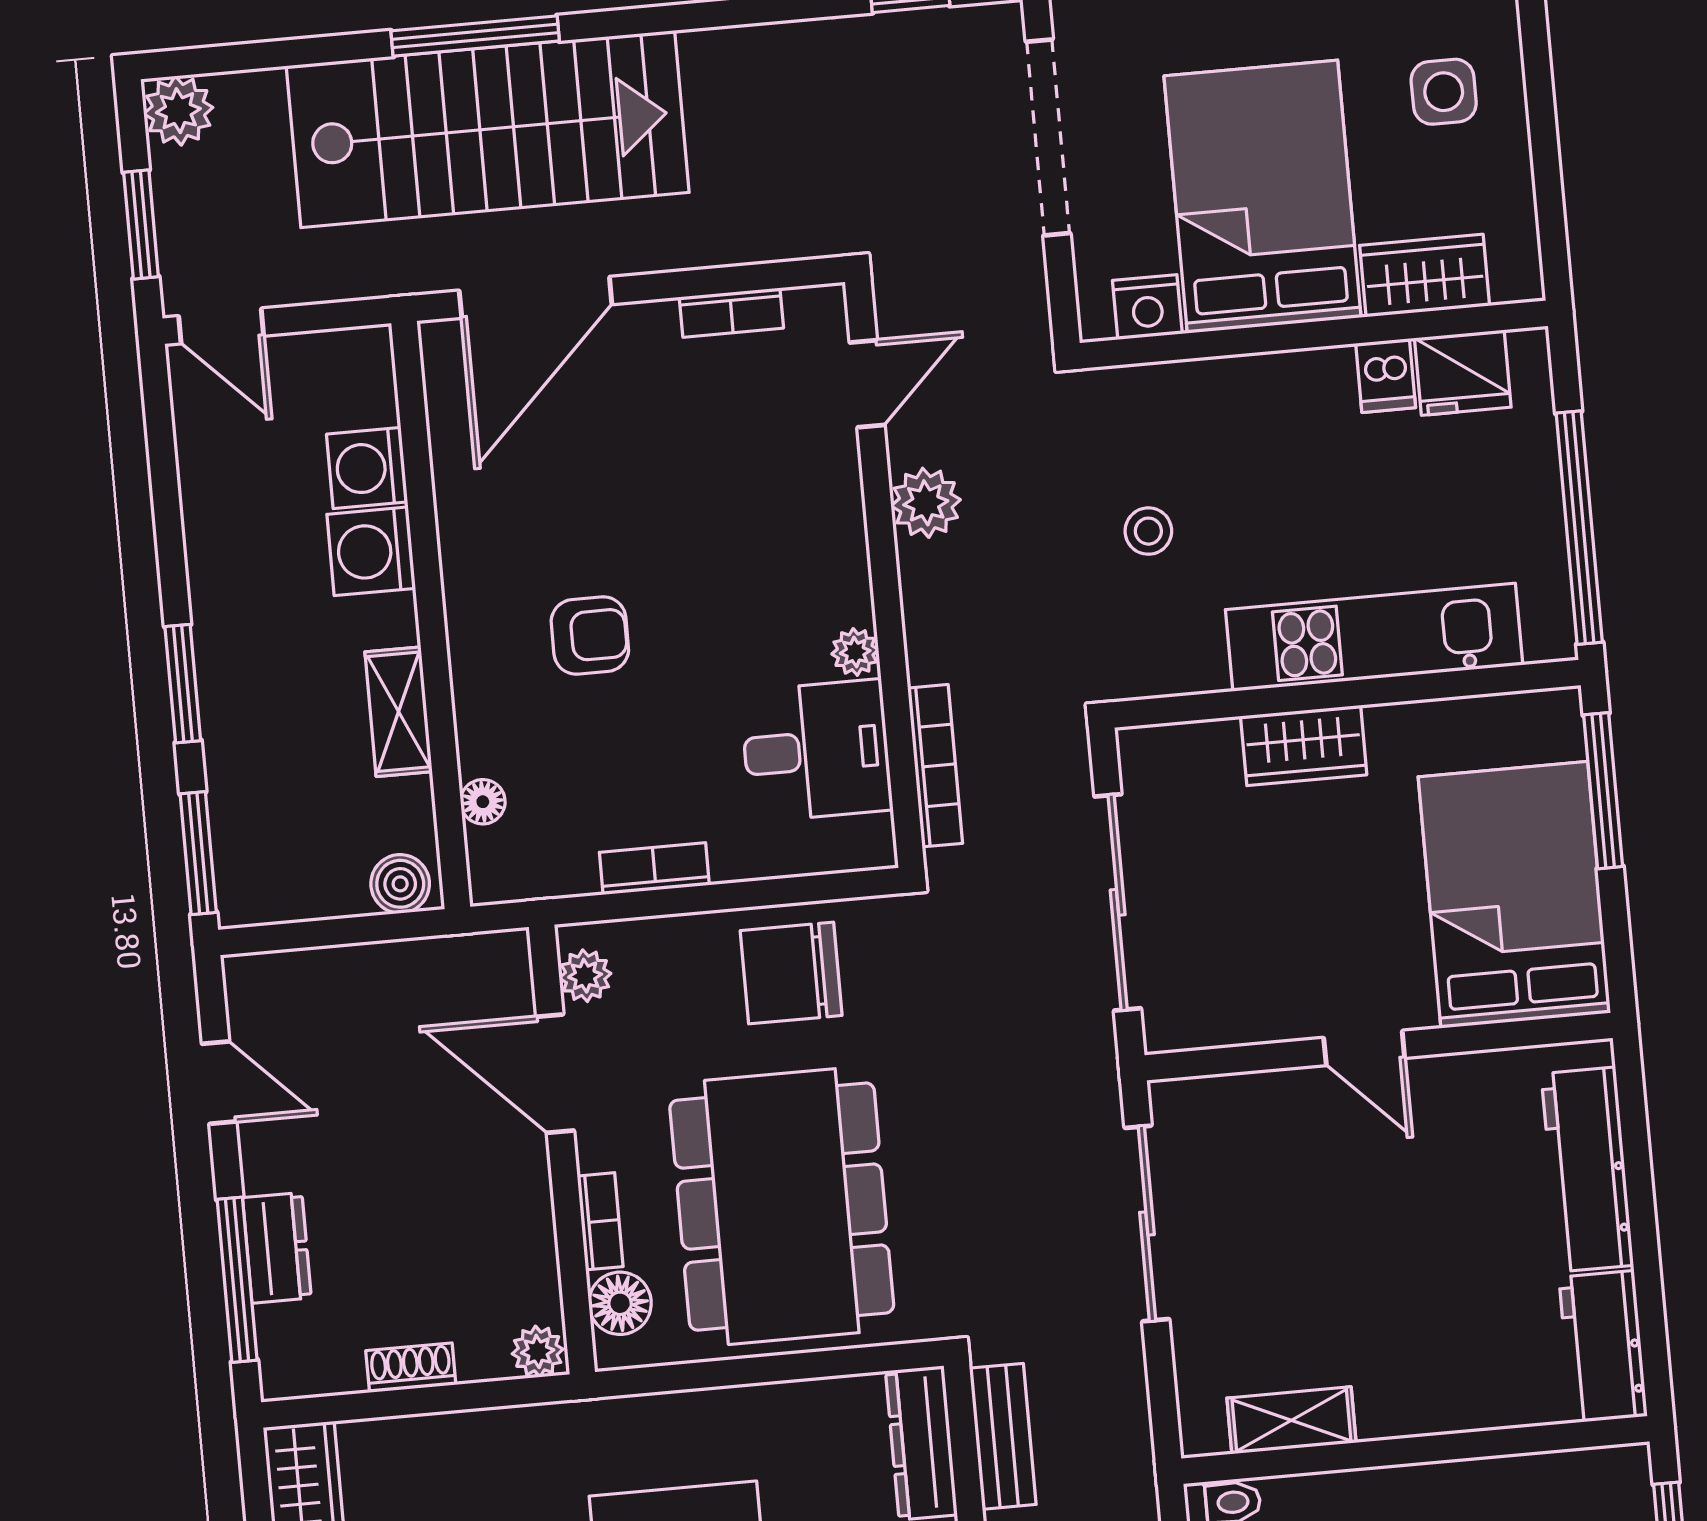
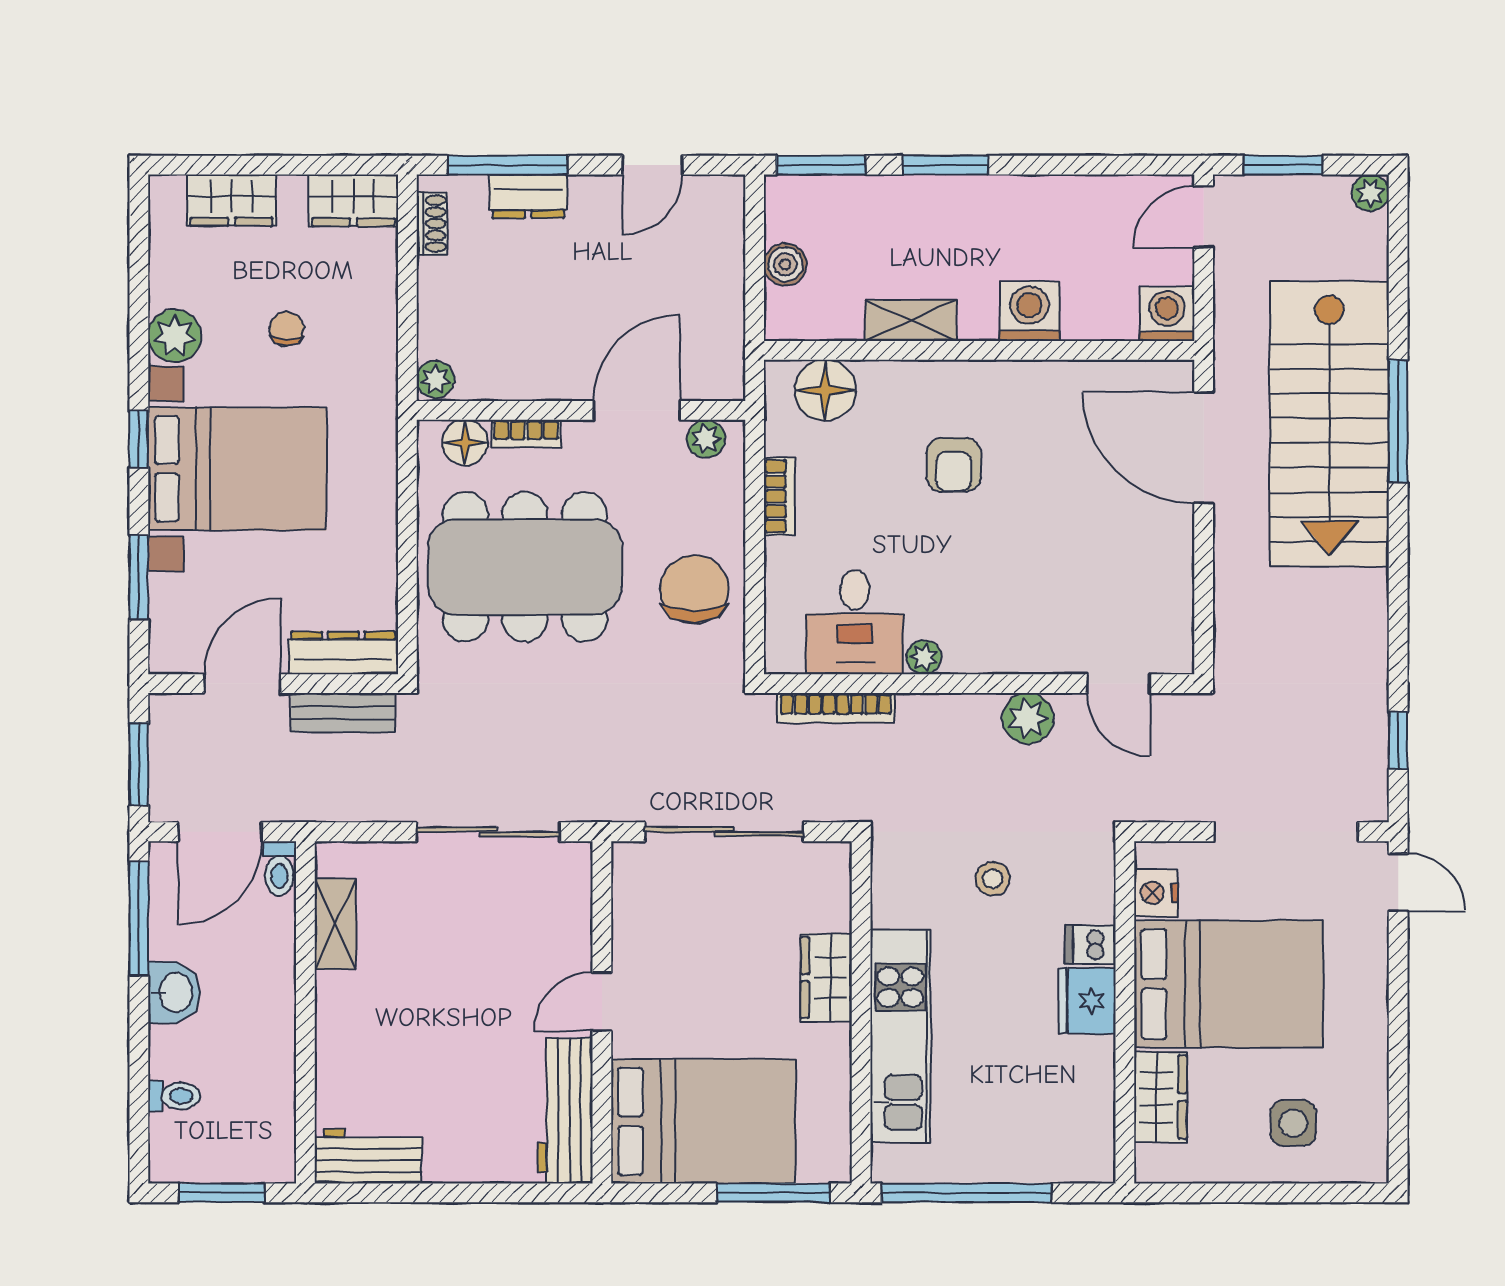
plant: (178, 111) -> (1370, 193), width x0.73, depth x0.73
bookcase: (731, 313) -> (1180, 589), removed
fridge: (1463, 373) -> (1087, 1001), moved
dishwasher: (1386, 376) -> (1090, 944), moved
washing machine: (367, 468) -> (1167, 314), moved
floor lamp: (483, 802) -> (825, 390), width x1.89, depth x1.89
boiler: (400, 884) -> (785, 264), moved
workbench: (1587, 1170) -> (565, 1111), moved, turned -90
shoe rack: (411, 1368) -> (432, 224), moved

